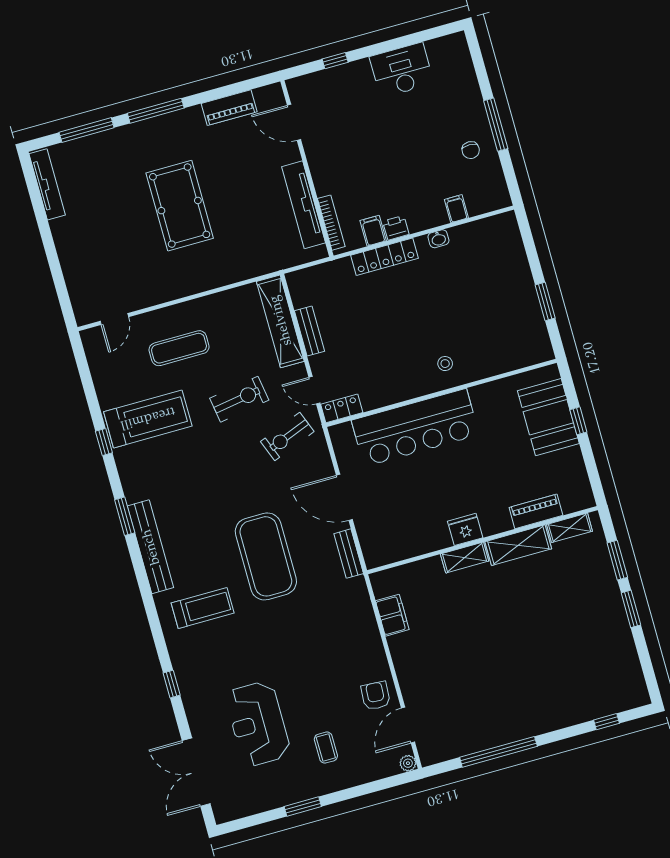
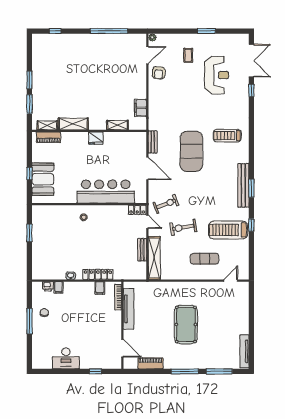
printer: (396, 228) -> (48, 286), moved
piano: (536, 511) -> (48, 137), moved
bench: (150, 547) -> (243, 185), moved
shelving: (465, 558) -> (117, 125), moved
window: (172, 684) -> (251, 90), moved

